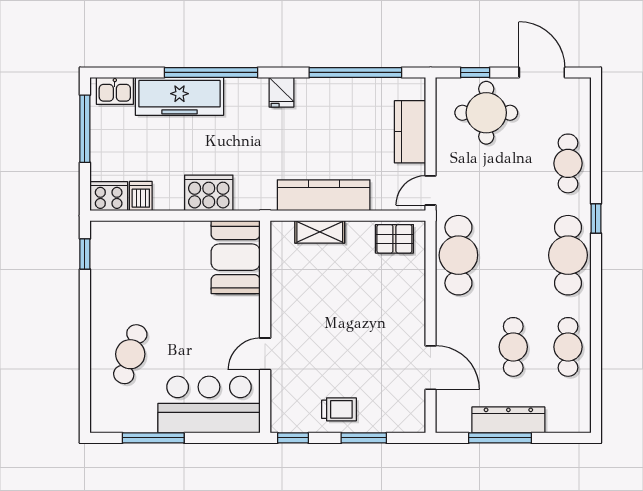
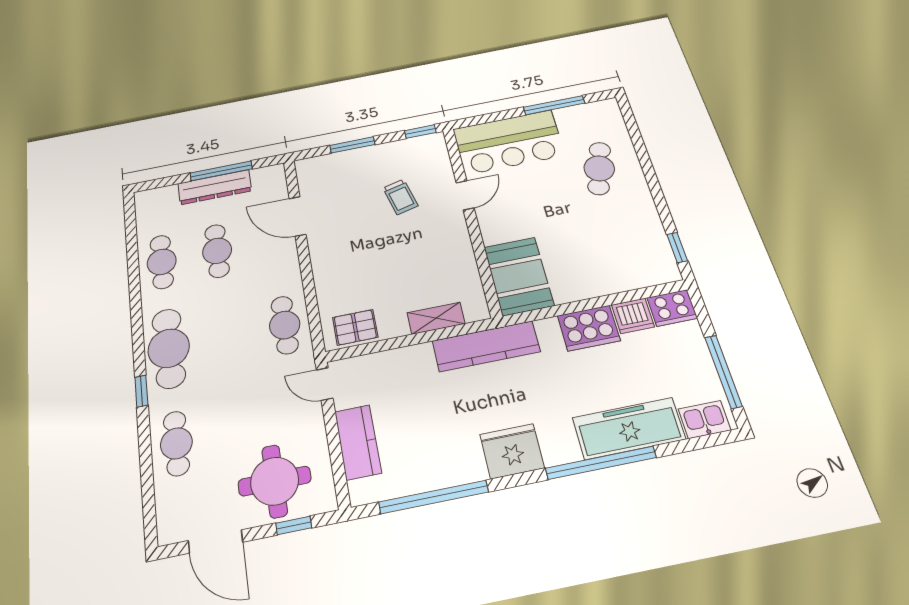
fridge: (282, 92) -> (512, 451), width x1.88, depth x1.34
door: (431, 190) -> (325, 384), swing flipped
cooker: (209, 193) -> (589, 328), moved
kitchen counter: (324, 195) -> (486, 346), moved
dishwasher: (141, 196) -> (633, 316), width x1.38
cafe table: (458, 255) -> (285, 325), width x0.73, depth x0.74
trolley: (339, 409) -> (400, 197), moved, turned -104

